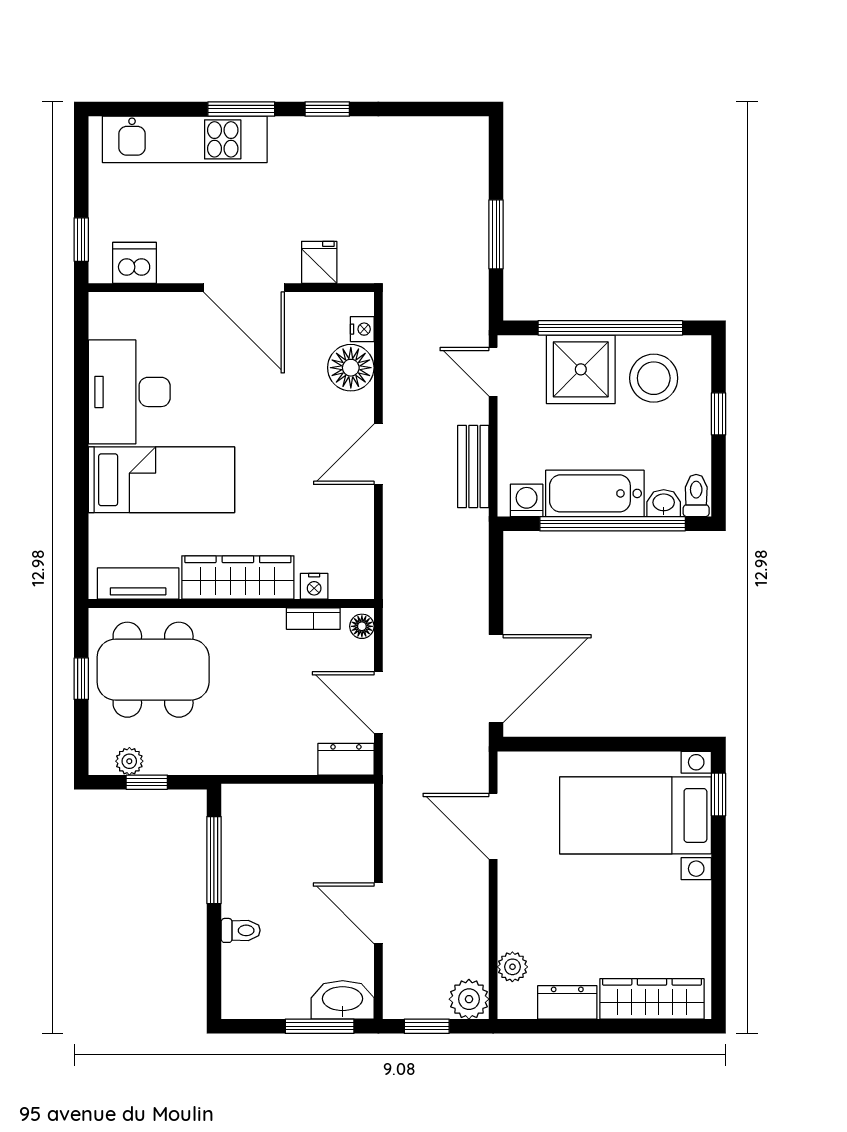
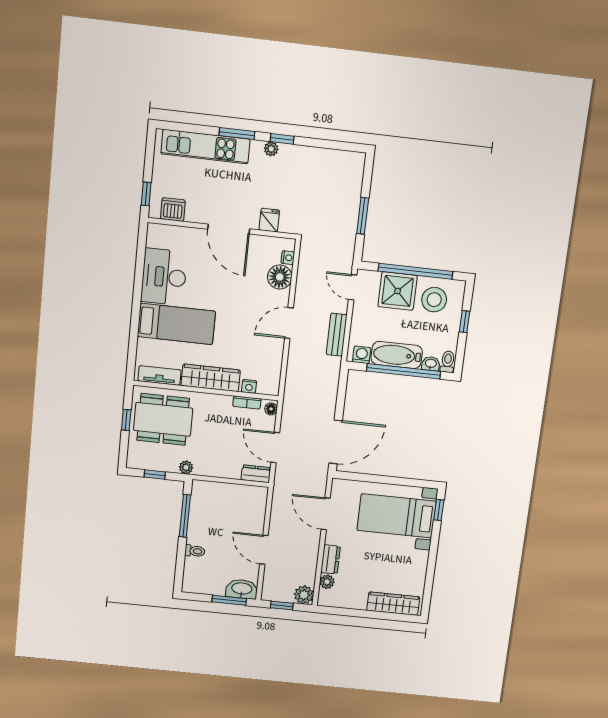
plant: (309, 130) -> (271, 149), added
plant: (129, 761) -> (186, 467), moved
dresser: (567, 1002) -> (331, 559), moved, turned 90

